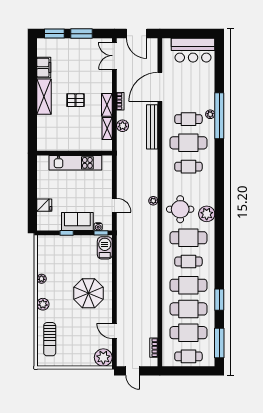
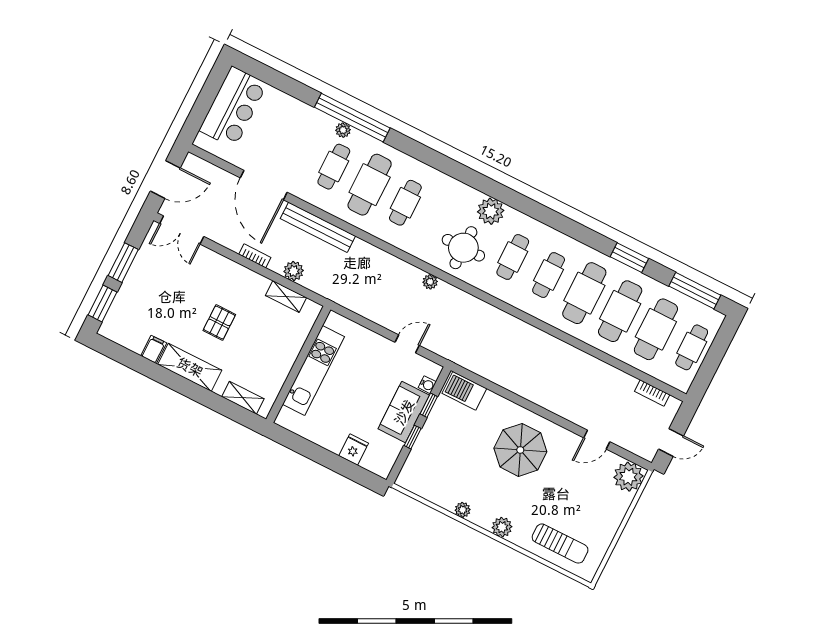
filing cabinet: (44, 68) -> (154, 349), width x0.50
shelving: (107, 105) -> (243, 398), moved
window: (101, 233) -> (429, 405), moved
cafe table: (188, 238) -> (513, 257), width x0.73, depth x0.74

